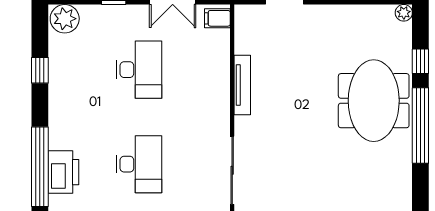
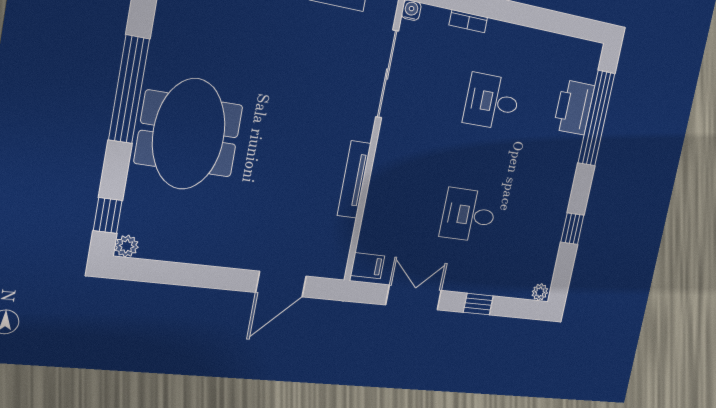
plant: (65, 19) -> (540, 292), width x0.53, depth x0.53
window: (420, 61) -> (108, 215), moved
desk: (139, 70) -> (469, 215), width x0.73
desk: (139, 164) -> (492, 102), width x0.73

